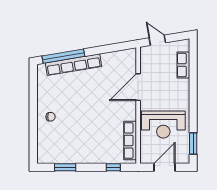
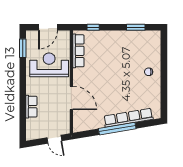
window: (63, 56) -> (117, 129), moved
row of seats: (183, 65) -> (31, 107), moved
door: (138, 87) -> (71, 98), hinge flipped

